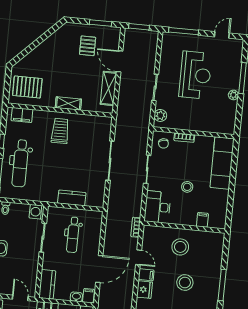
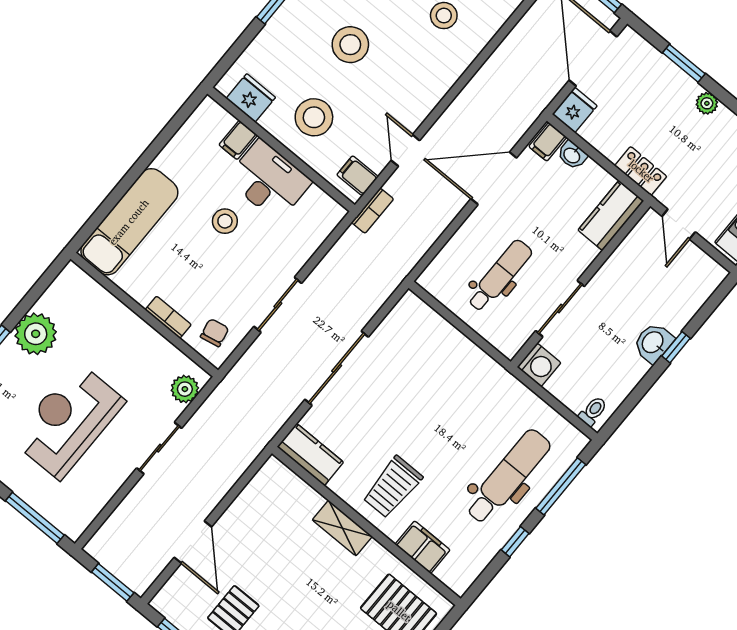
shelving: (108, 88) -> (248, 505), removed
plant: (233, 95) -> (36, 334), width x1.87, depth x1.87
filing cabinet: (22, 115) -> (422, 547), moved
kitchen counter: (72, 198) -> (310, 455), moved, turned 180
desk: (158, 207) -> (269, 180), moved, turned -90
filing cabinet: (146, 275) -> (358, 176), moved
fridge: (144, 290) -> (251, 98), moved, turned 90

